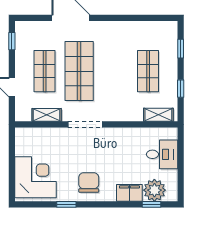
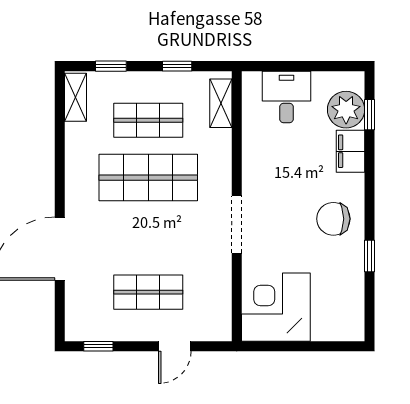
shop shelf: (79, 71) -> (148, 178), moved
shelving: (47, 115) -> (76, 97), moved
corner desk: (36, 177) -> (276, 307), moved

